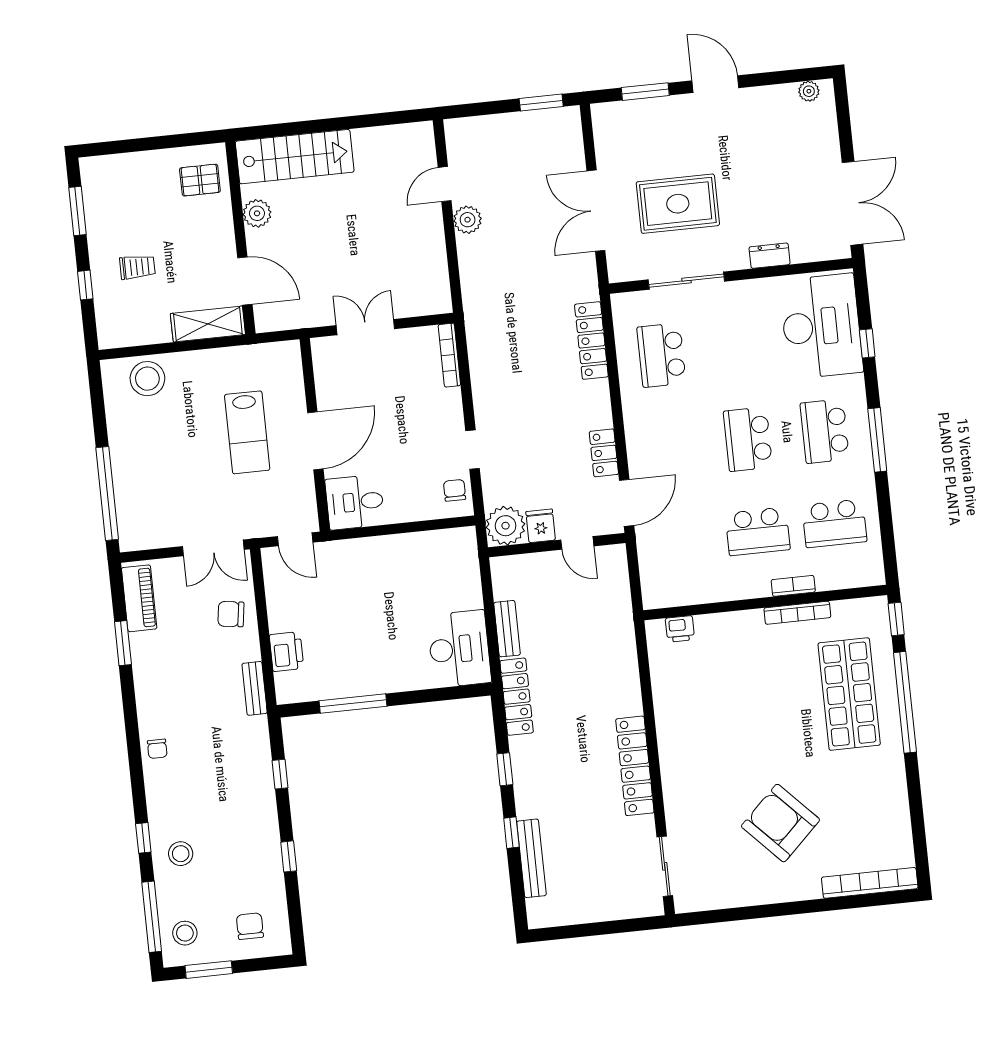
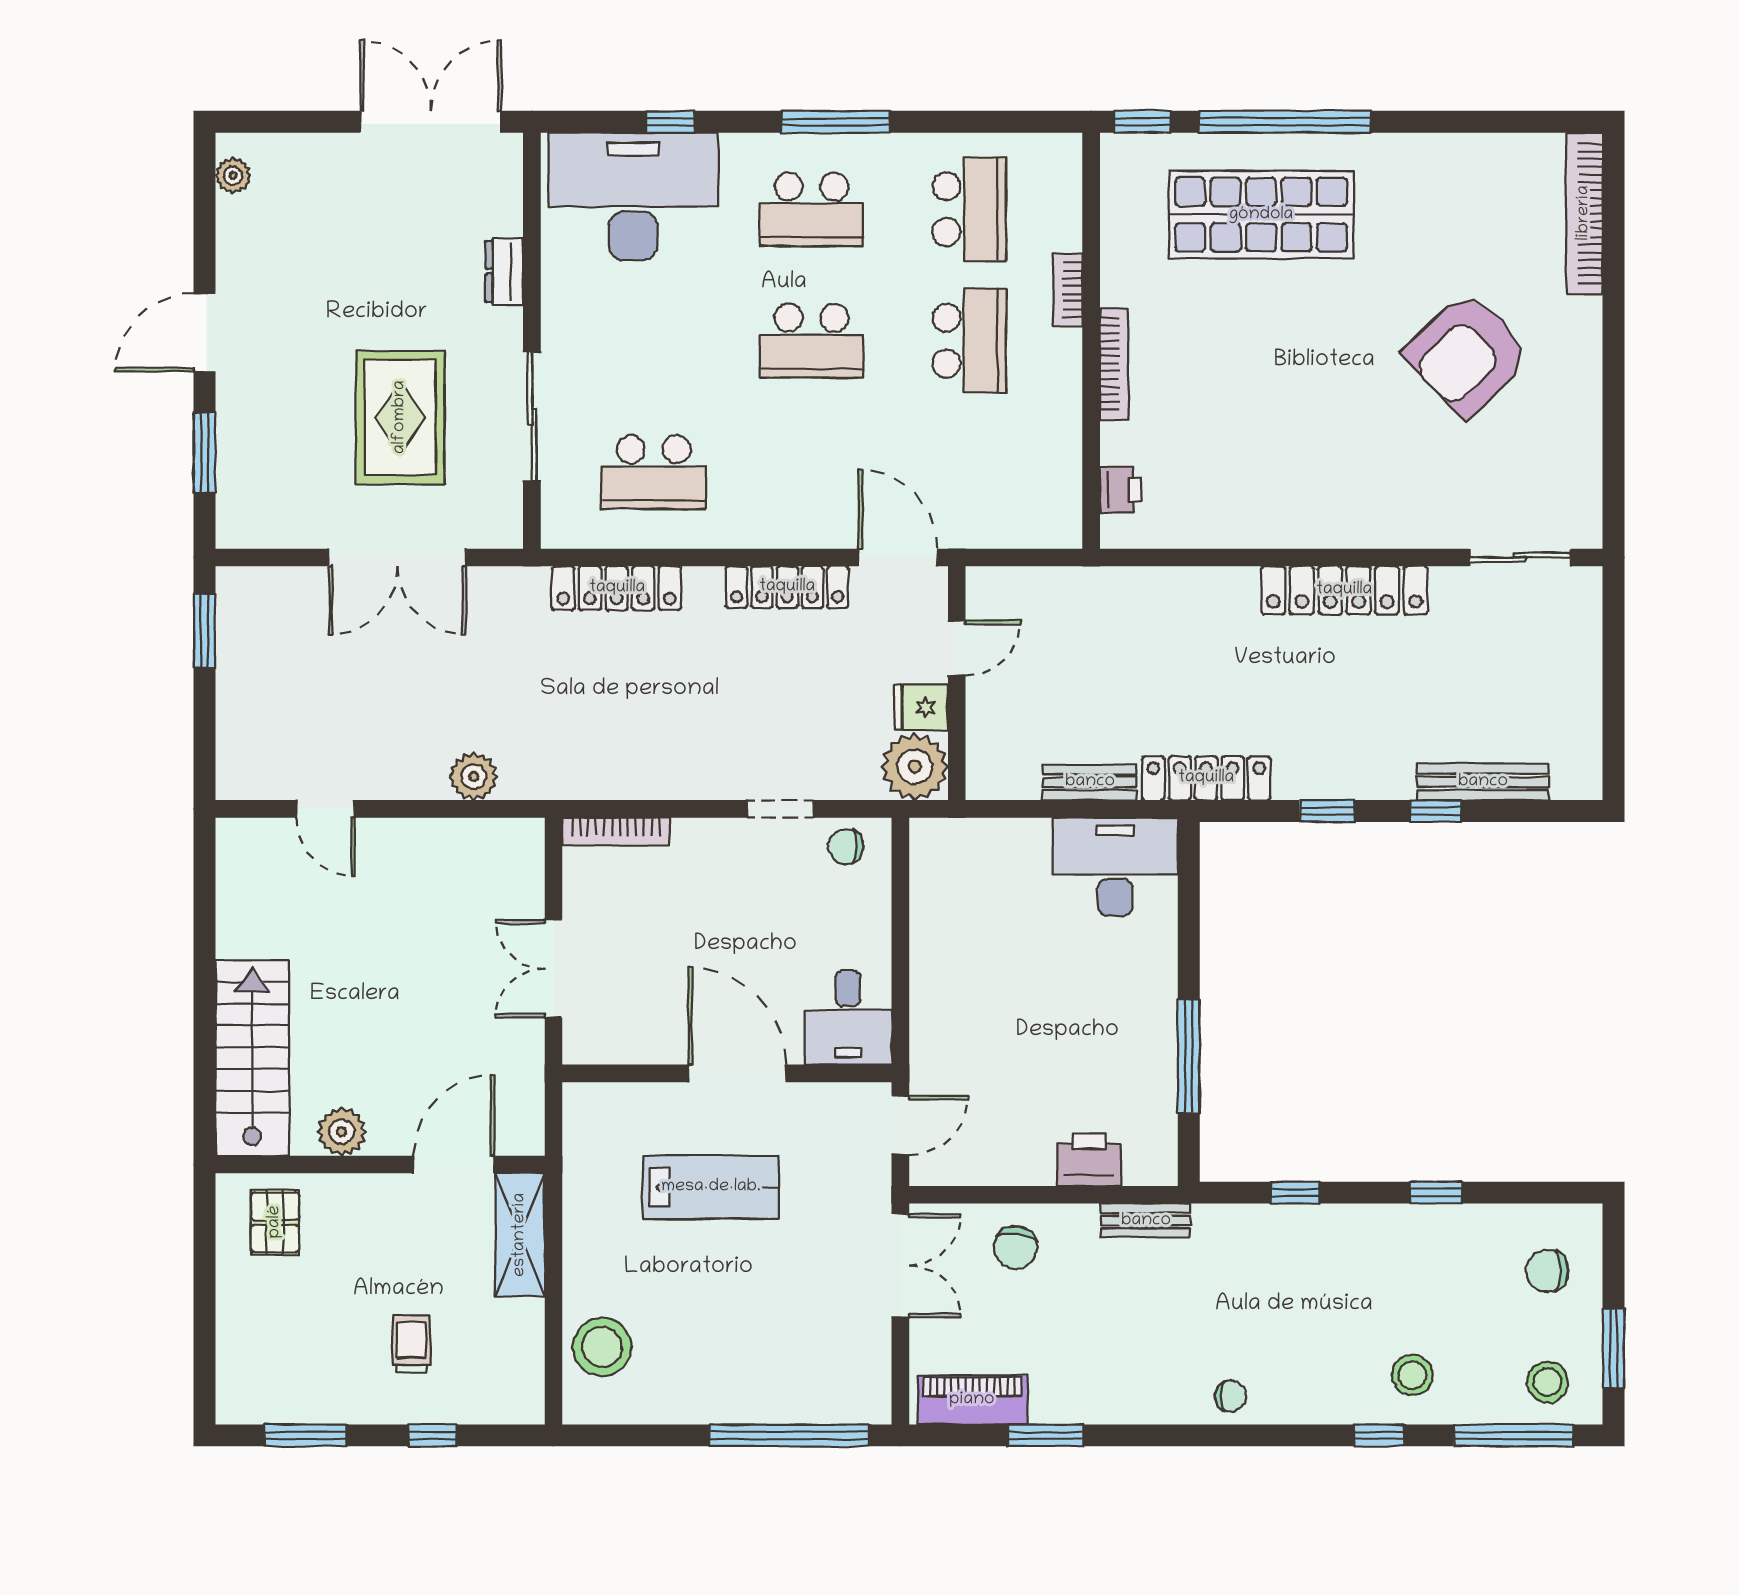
plant: (468, 220) -> (474, 776), moved
locker: (604, 453) -> (787, 587), width x1.53
bookcase: (797, 613) -> (1114, 364), moved

